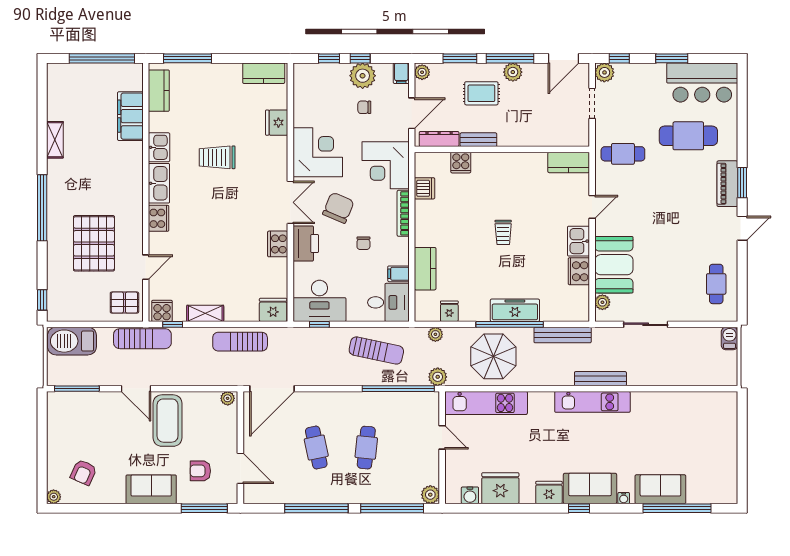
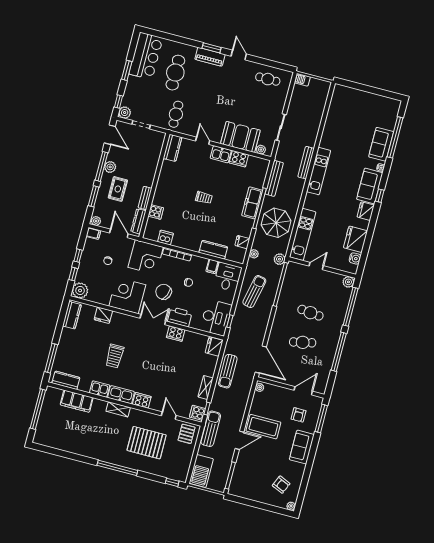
plant: (363, 76) -> (80, 290), moved
shelving: (55, 140) -> (118, 409), moved

